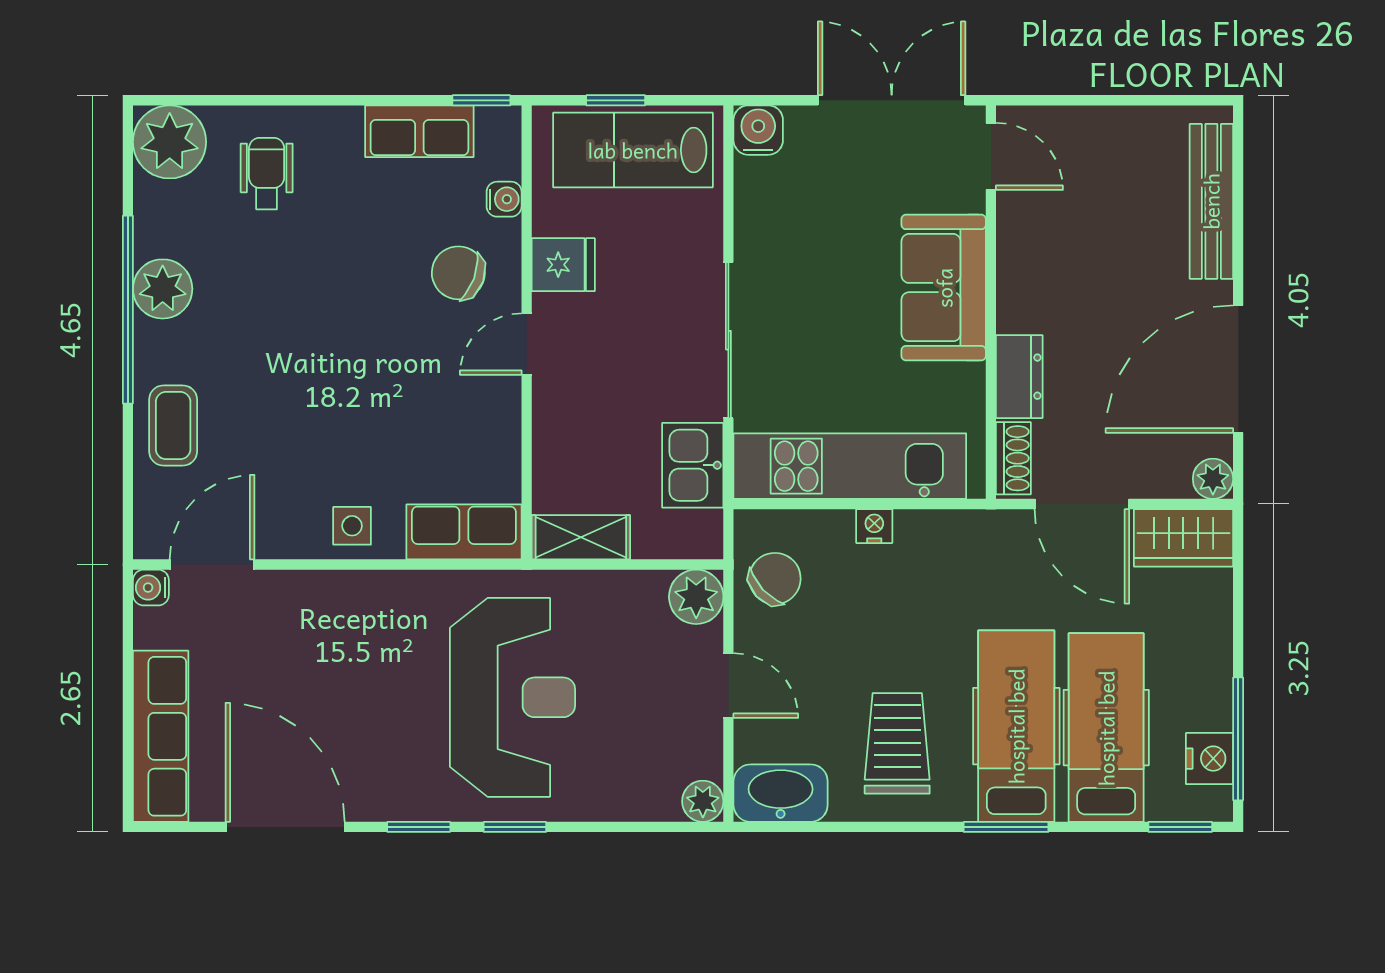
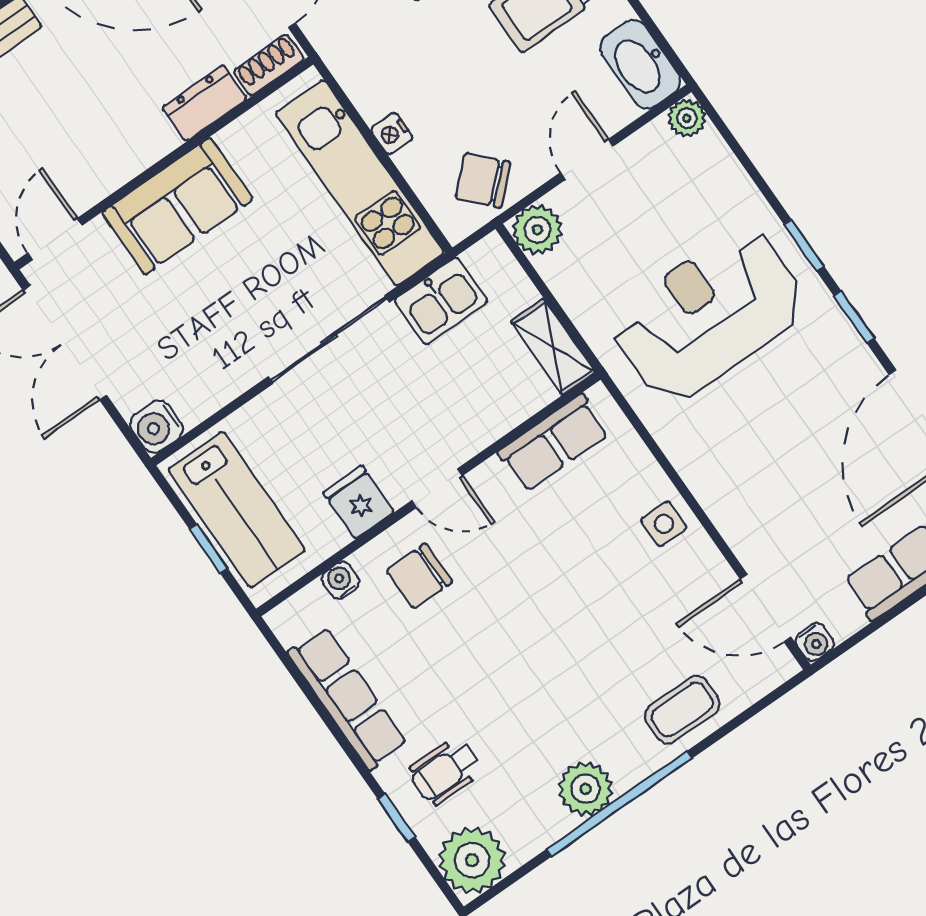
window: (481, 100) -> (396, 818), moved
row of seats: (419, 131) -> (347, 698), width x1.48
chair: (458, 273) -> (419, 576), turned 70
row of seats: (464, 532) -> (554, 443), moved, turned -90

